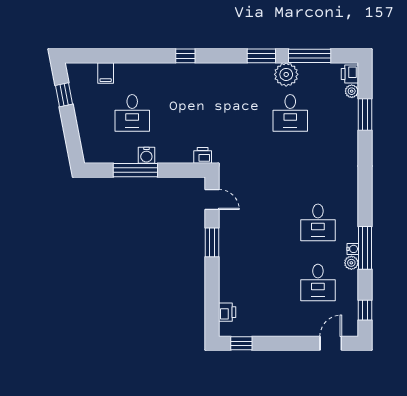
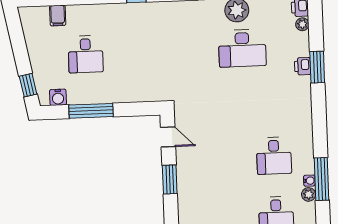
window: (64, 95) -> (28, 85), moved
desk: (290, 113) -> (242, 48), width x1.37
window: (365, 114) -> (317, 67), moved
water cooler: (146, 155) -> (58, 97), moved
printer: (203, 155) -> (303, 66), moved, turned -90

